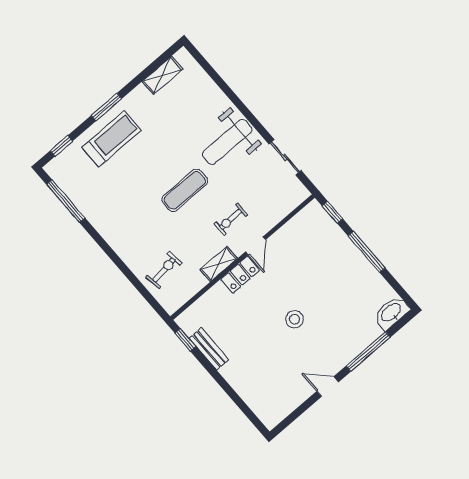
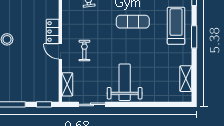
treadmill: (111, 139) -> (176, 26), turned 180
exercise mat: (185, 190) -> (133, 22), moved, turned 90
shelving: (219, 264) -> (67, 84), moved

